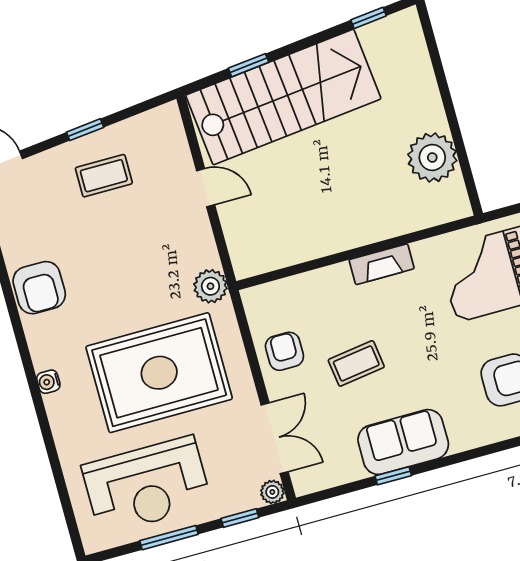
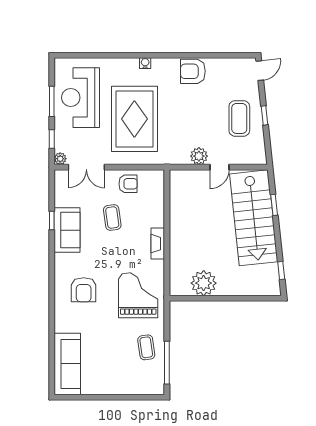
coffee table: (104, 176) -> (239, 118), width x1.36, depth x1.30
plant: (210, 286) -> (199, 156), moved

